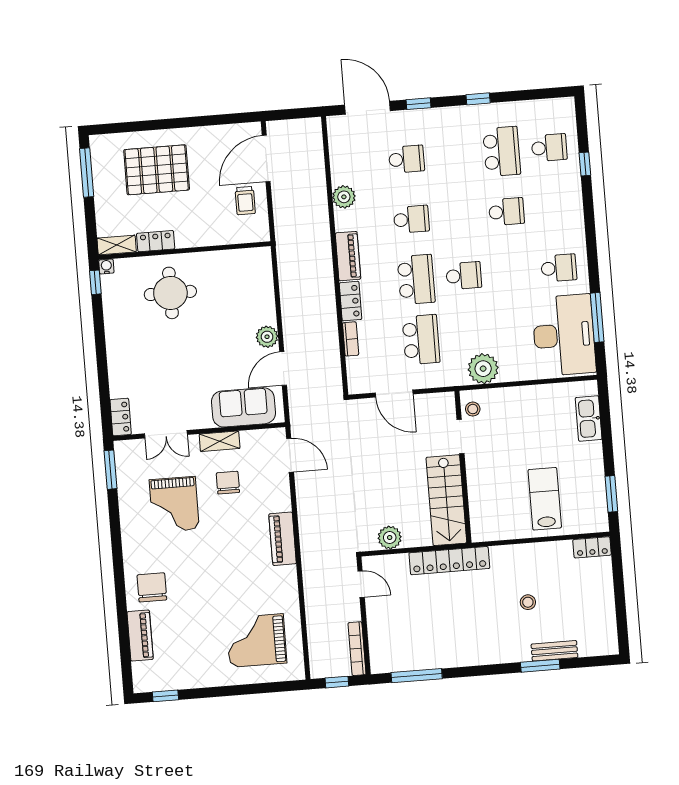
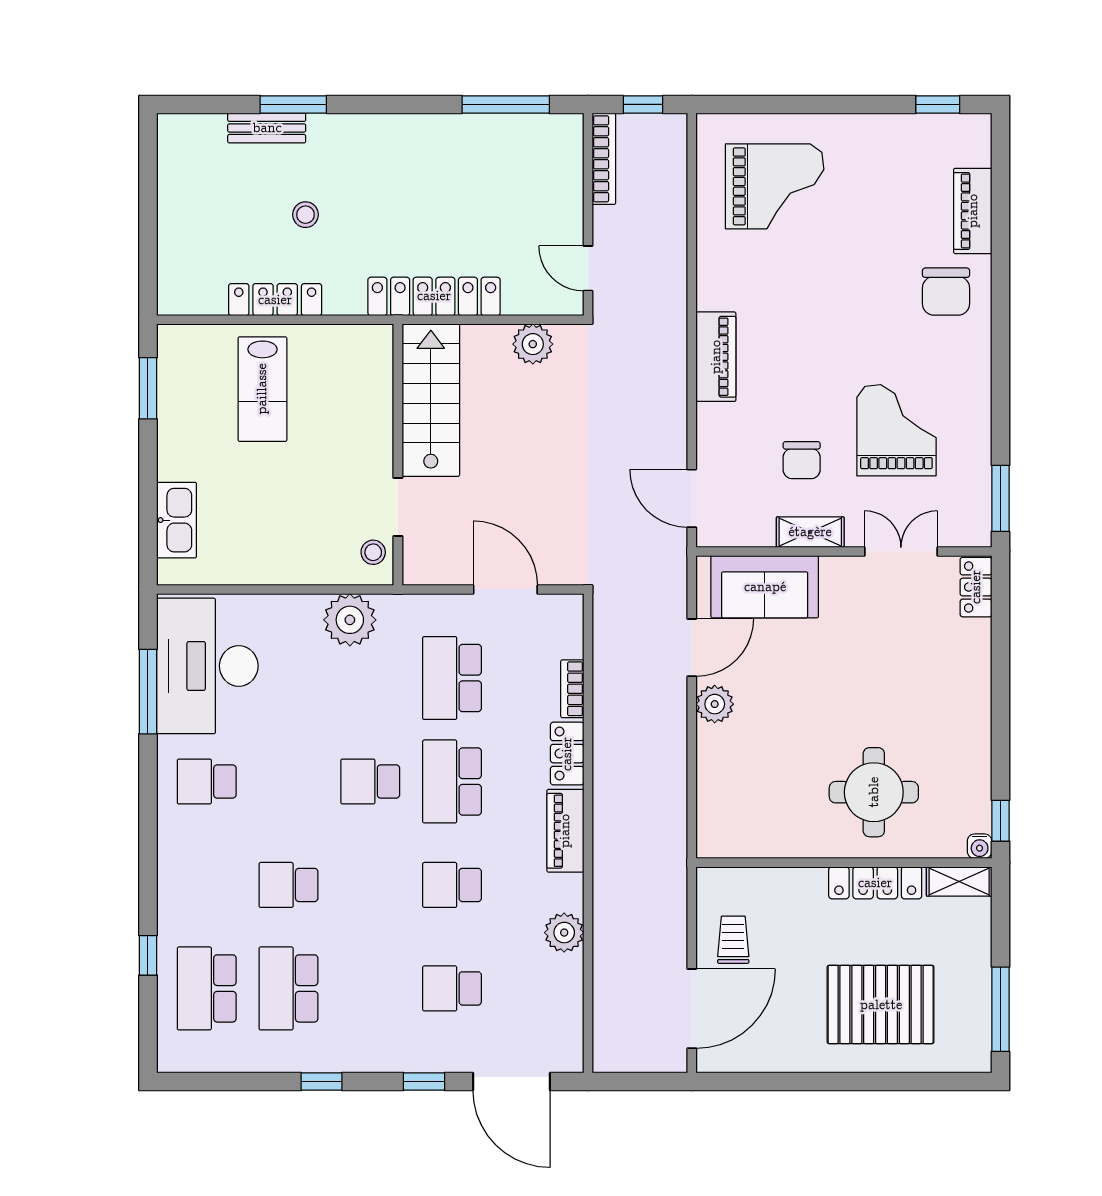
school desk: (549, 148) -> (207, 988), width x1.85
locker: (156, 241) -> (875, 883), width x1.53
locker: (592, 547) -> (275, 300), moved, width x1.53

